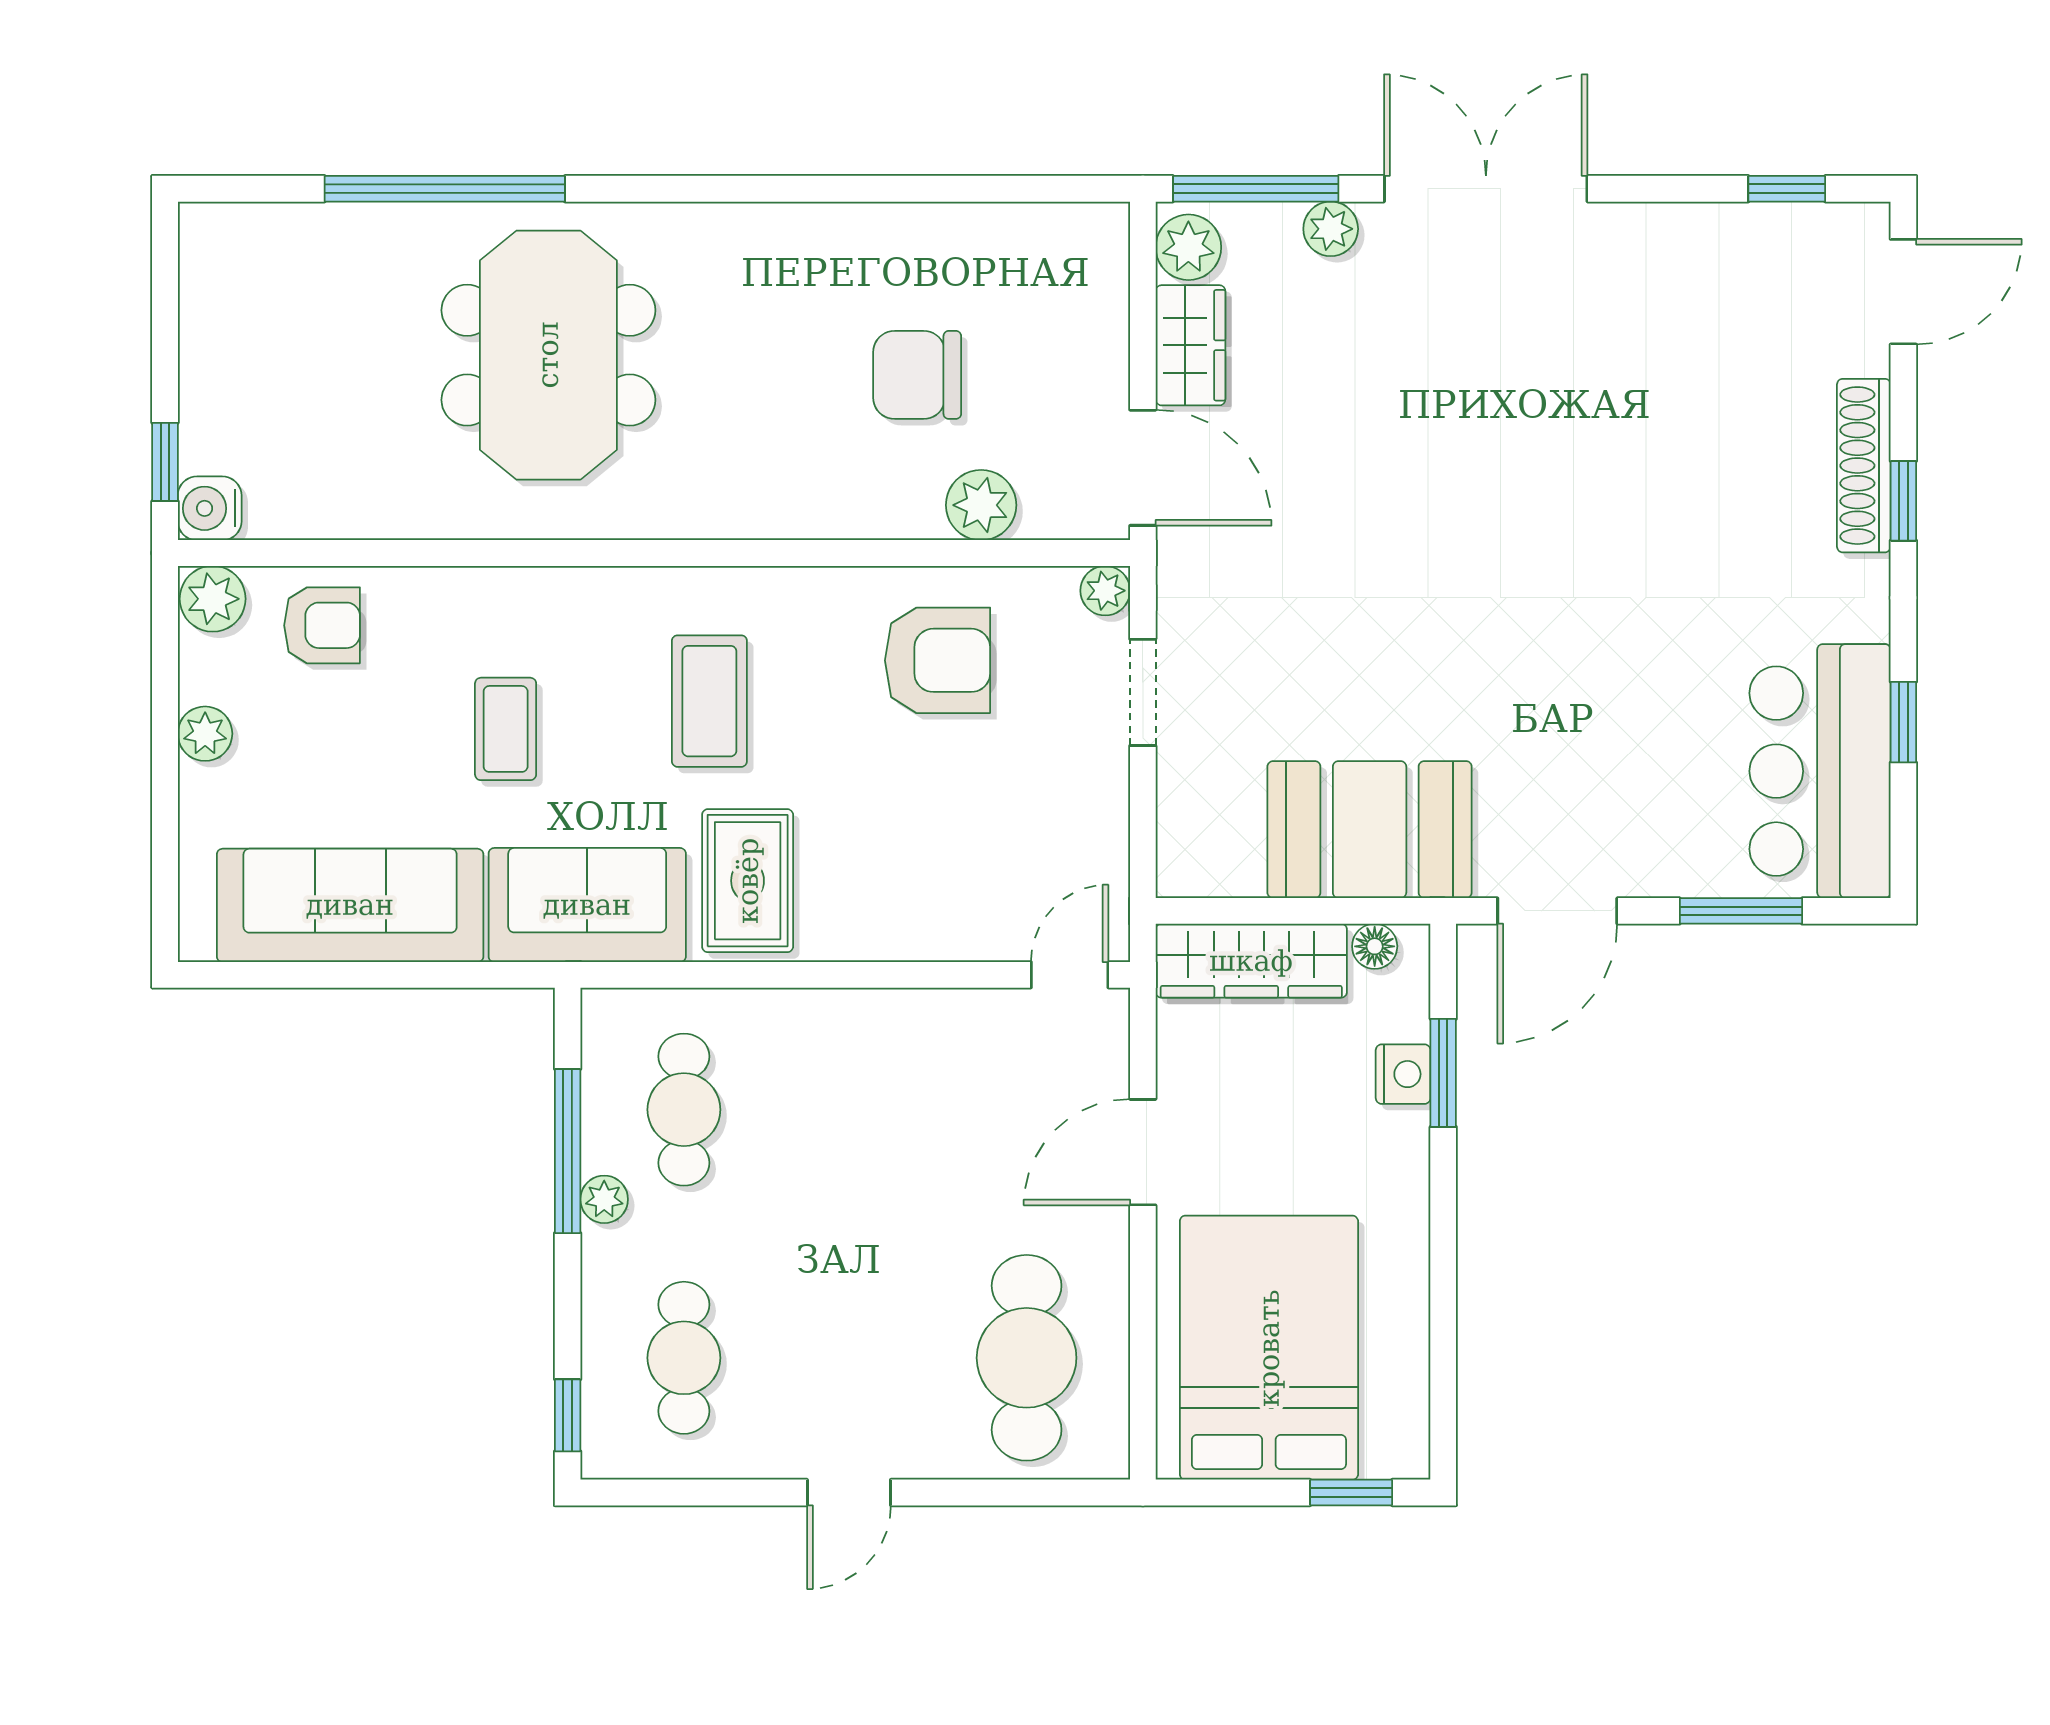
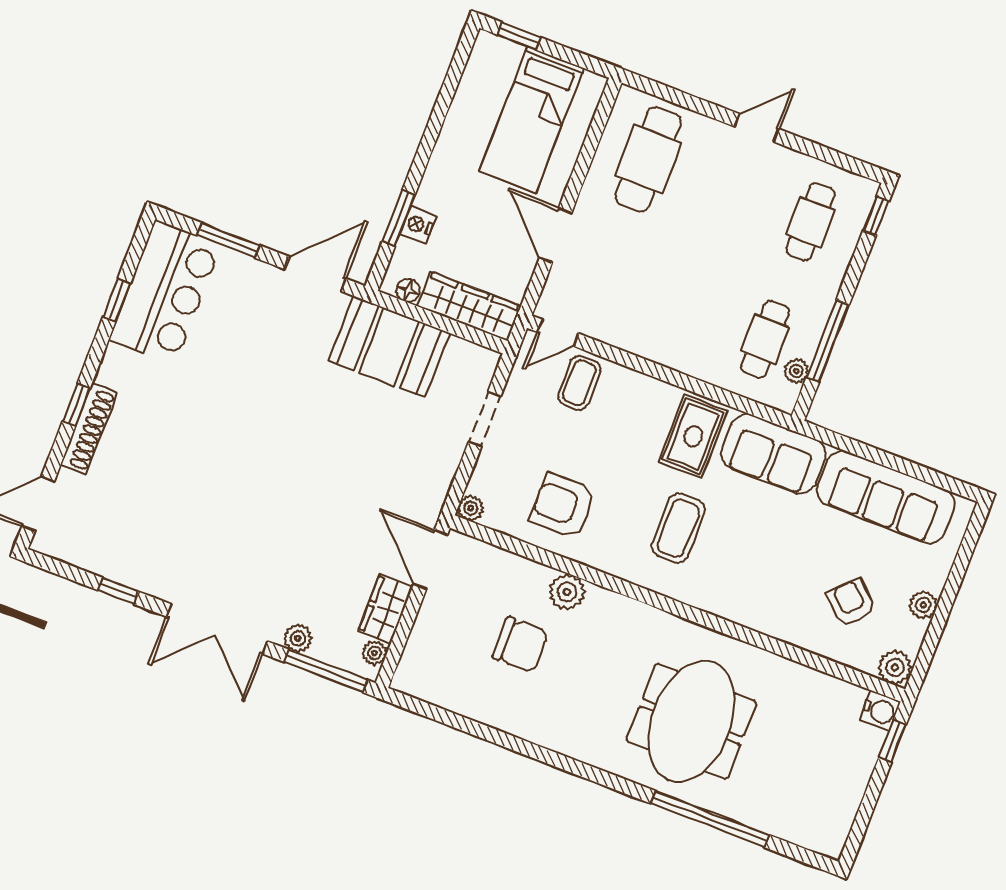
window: (1787, 189) -> (118, 591), moved
plant: (1188, 247) -> (374, 653), width x0.73, depth x0.73
plant: (981, 505) -> (567, 592), moved
armchair: (322, 625) -> (851, 602), moved, turned 44
doorway: (1143, 692) -> (485, 419), moved
coffee table: (506, 729) -> (579, 383), moved
door: (1143, 1152) -> (556, 235), swing flipped
plant: (604, 1199) -> (796, 371), moved
bed: (1269, 1348) -> (532, 120), width x0.67

